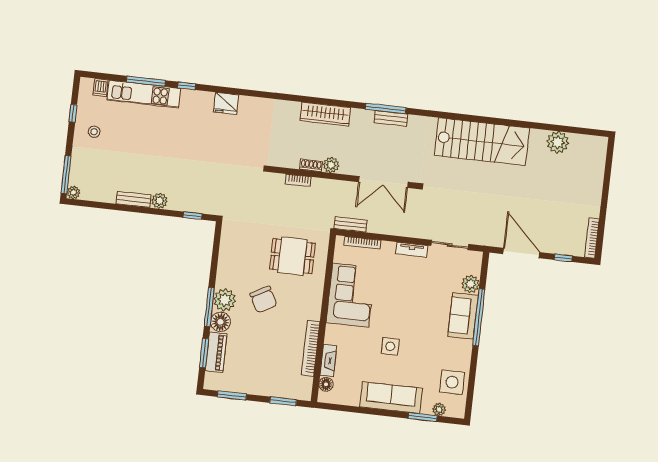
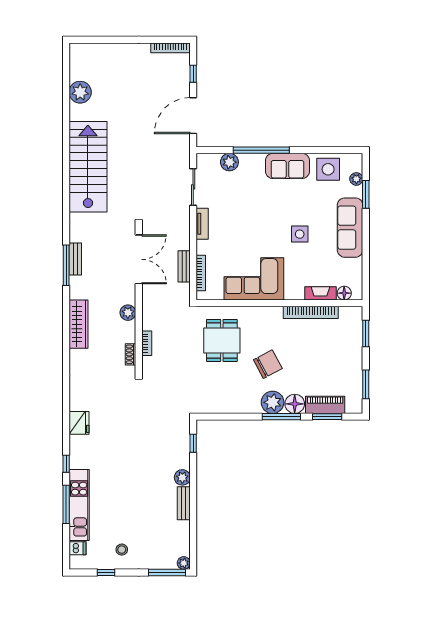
shoe rack: (311, 165) -> (130, 354), moved
bench: (351, 224) -> (184, 266), moved
sofa: (463, 316) -> (287, 166), moved

